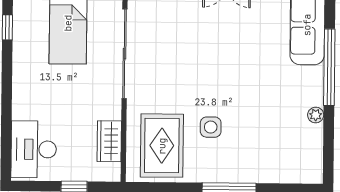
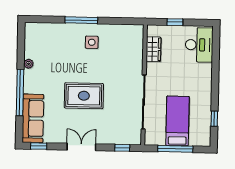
side table: (211, 127) -> (92, 42), moved
rug: (162, 146) -> (84, 96), moved, turned 90

